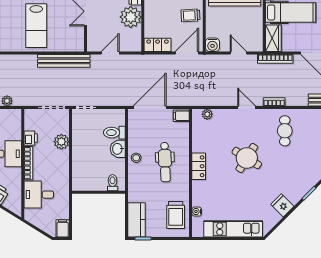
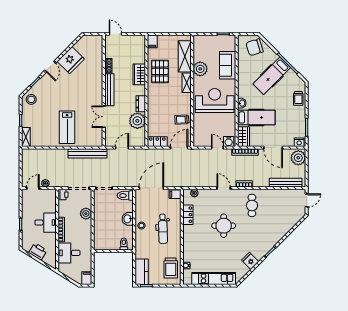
water cooler: (212, 45) -> (229, 141), moved
toilet: (114, 133) -> (125, 196), moved
printer: (31, 138) -> (63, 195), moved
round table: (247, 158) -> (224, 226), turned -32
locker: (199, 166) -> (188, 215), moved

